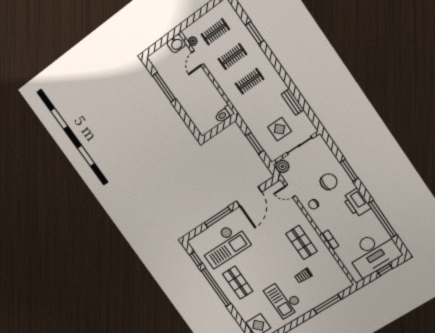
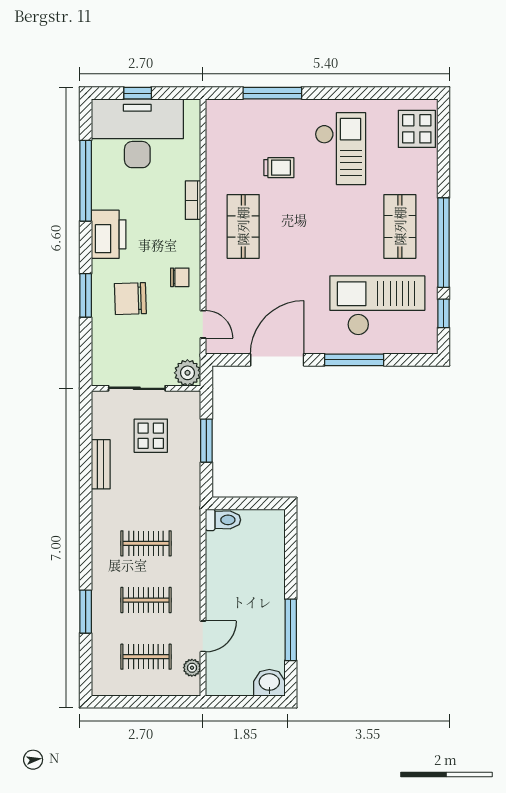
washbasin: (176, 44) -> (269, 683), moved

